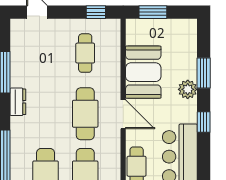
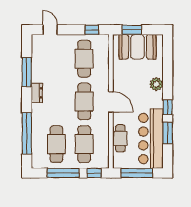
cafe table: (85, 53) -> (84, 59), width x1.37, depth x1.35
booth: (143, 72) -> (138, 47), moved, turned 90
window: (204, 73) -> (168, 133), moved

